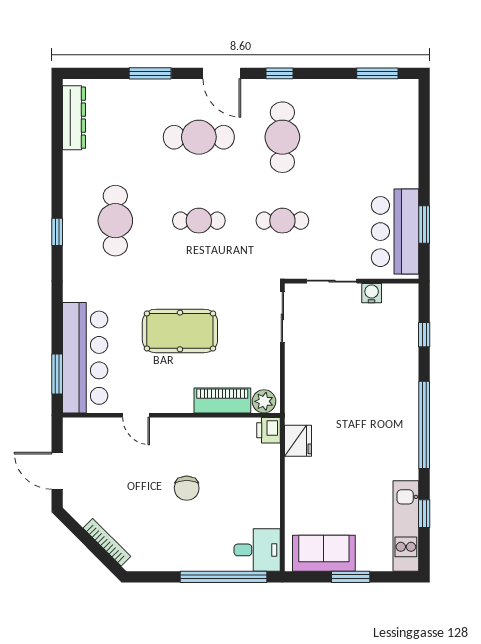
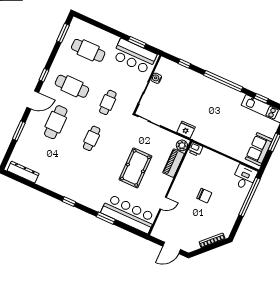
cafe table: (115, 221) -> (88, 50), moved
window: (57, 374) -> (106, 218), moved
fridge: (298, 441) -> (186, 130), moved

